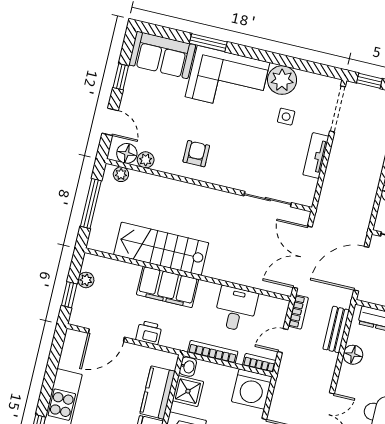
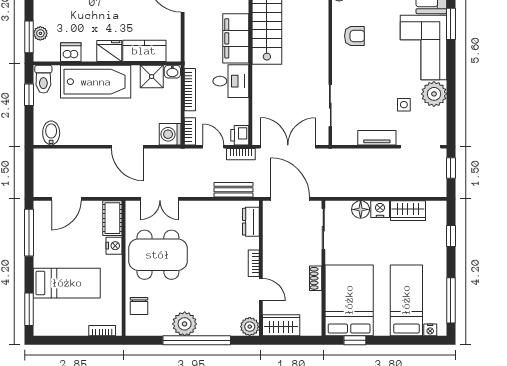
desk: (236, 309) -> (231, 81), moved
printer: (149, 333) -> (240, 135), moved, turned 180
floor lamp: (353, 355) -> (216, 209), removed
washing machine: (252, 389) -> (170, 134), width x0.73, depth x0.73

